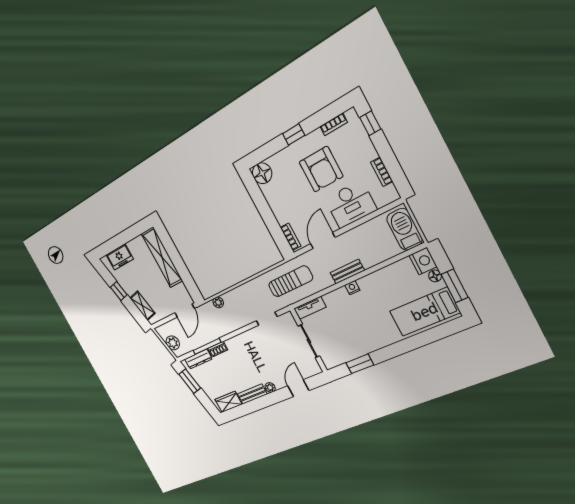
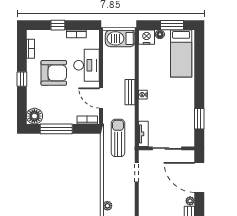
window: (370, 123) -> (58, 25), moved
window: (262, 206) -> (56, 129), added
door: (298, 388) -> (199, 177), width x1.87

